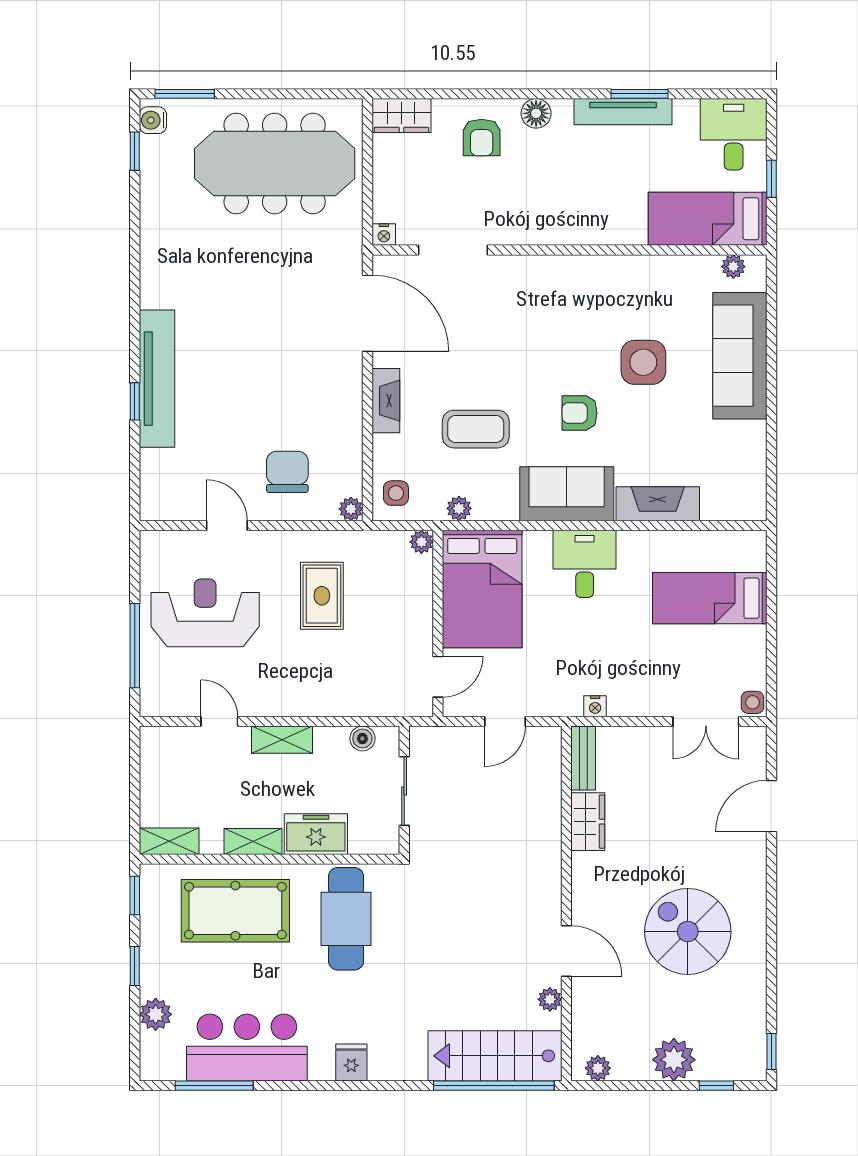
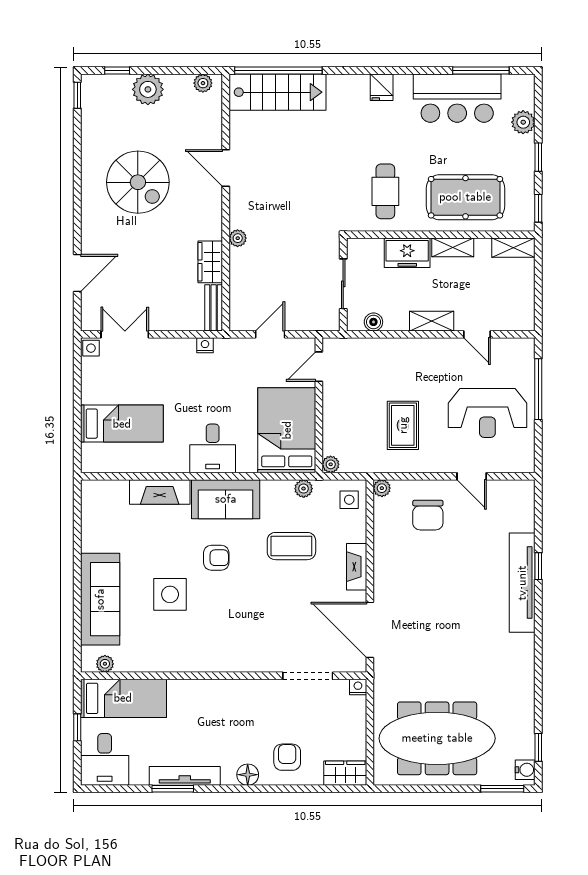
cafe table: (346, 919) -> (385, 191), width x0.73, depth x0.74
plant: (550, 999) -> (238, 238), moved

